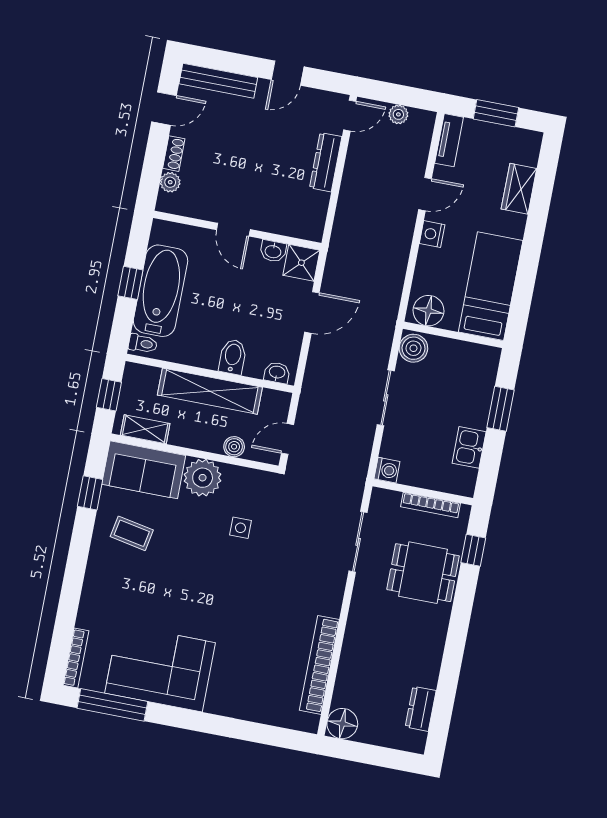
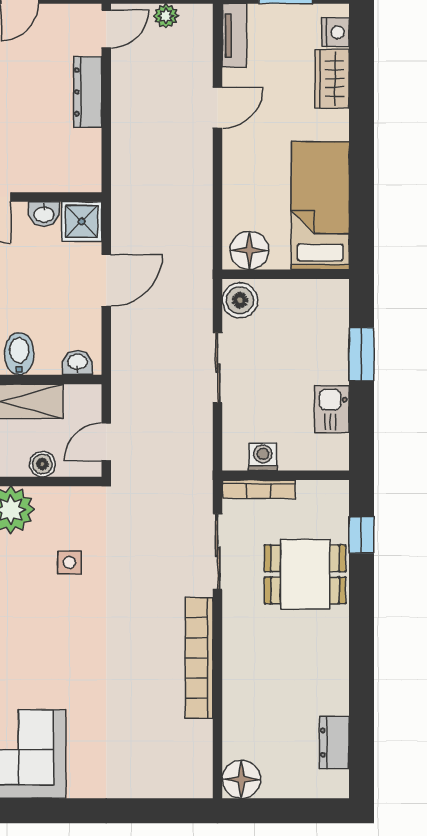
nightstand: (432, 234) -> (335, 32), moved, turned 180
washing machine: (387, 470) -> (263, 457), moved, turned -90
bookcase: (430, 505) -> (259, 489), moved
bookcase: (319, 665) -> (199, 658), moved

